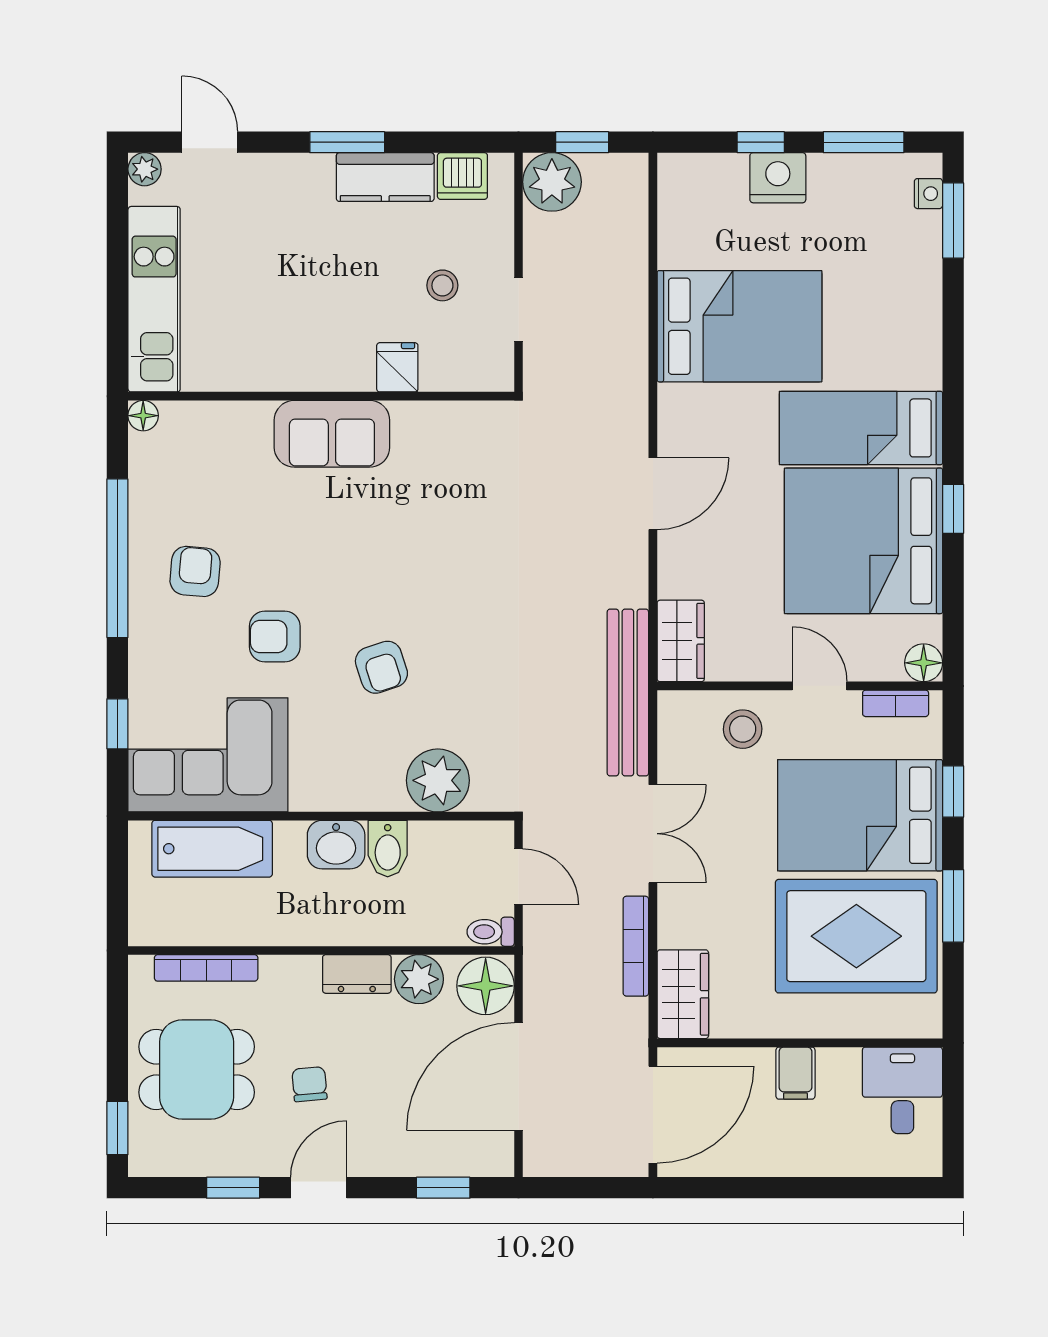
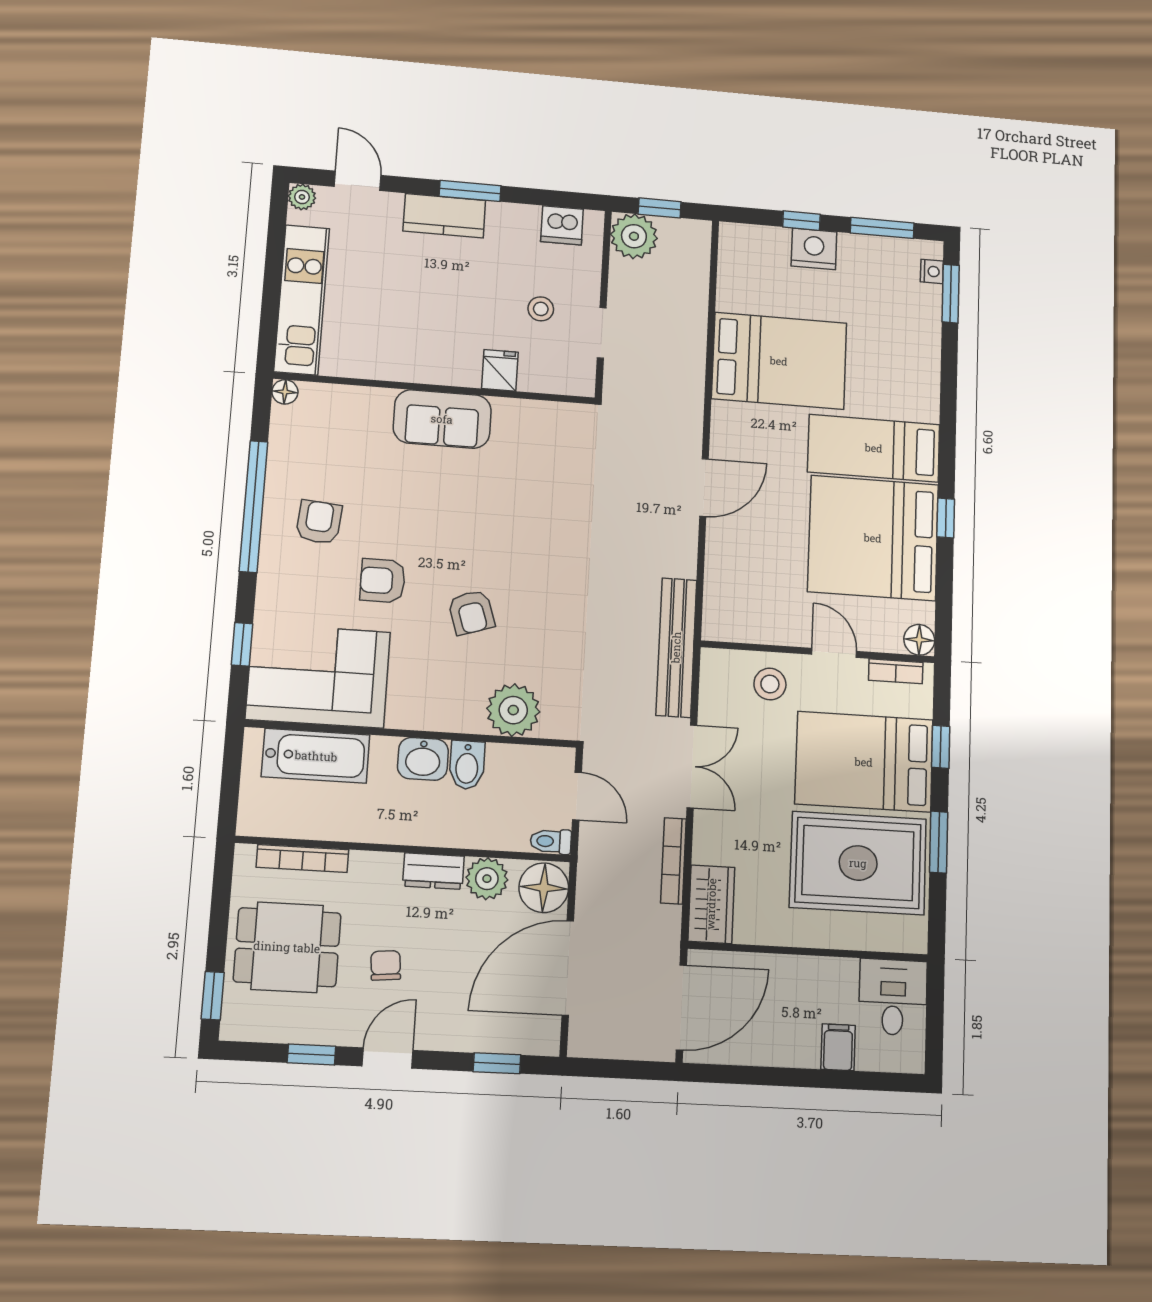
kitchen counter: (385, 177) -> (444, 216), moved
wardrobe: (681, 641) -> (722, 608), removed
filing cabinet: (795, 1073) -> (838, 1047), moved, turned 180

